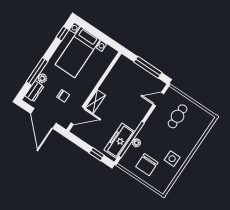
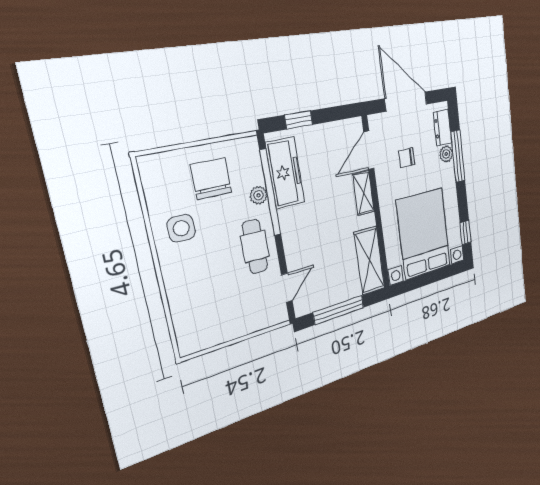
bed with nightstands: (78, 52) -> (424, 234), width x1.36
shelving: (117, 72) -> (370, 261), added
cafe table: (178, 116) -> (255, 246), moved

